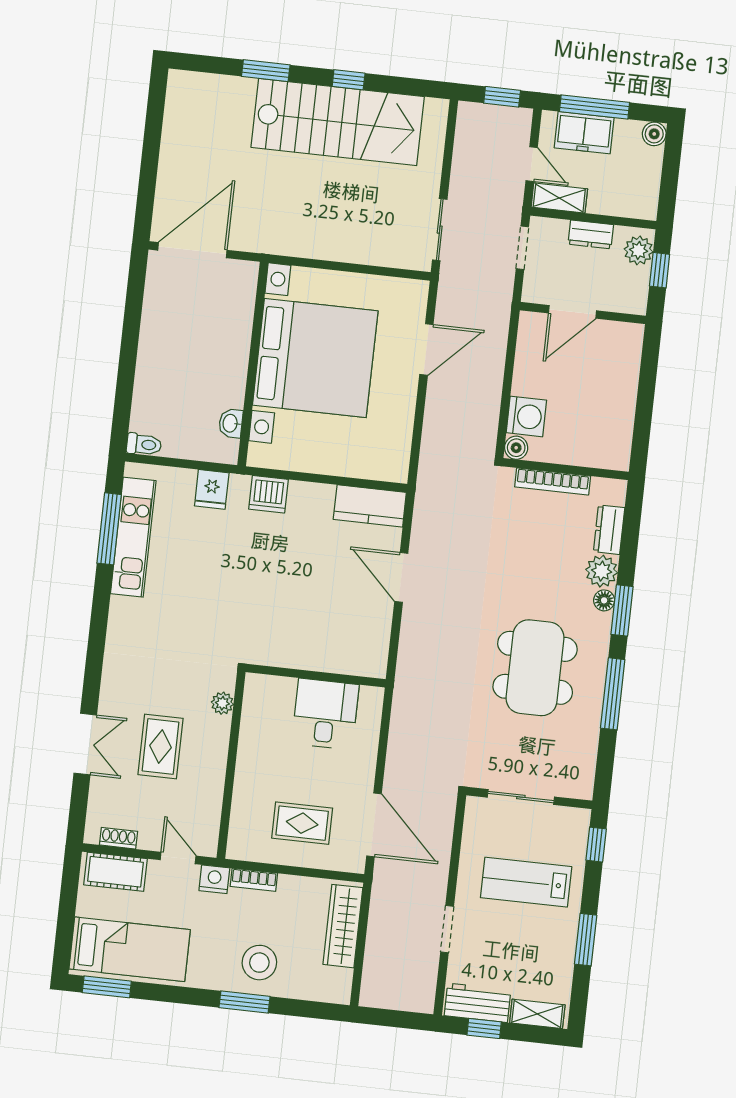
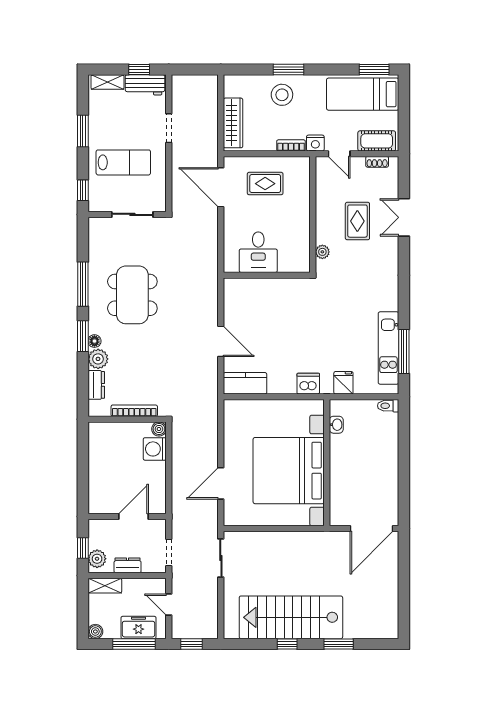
shelving: (559, 198) -> (105, 586), moved

